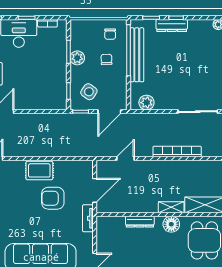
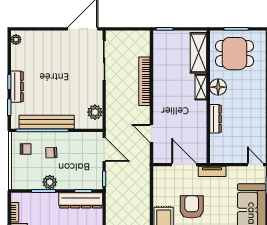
dresser: (59, 89) -> (81, 200), added
side table: (89, 92) -> (84, 170), removed
armchair: (53, 198) -> (192, 207), turned 180

